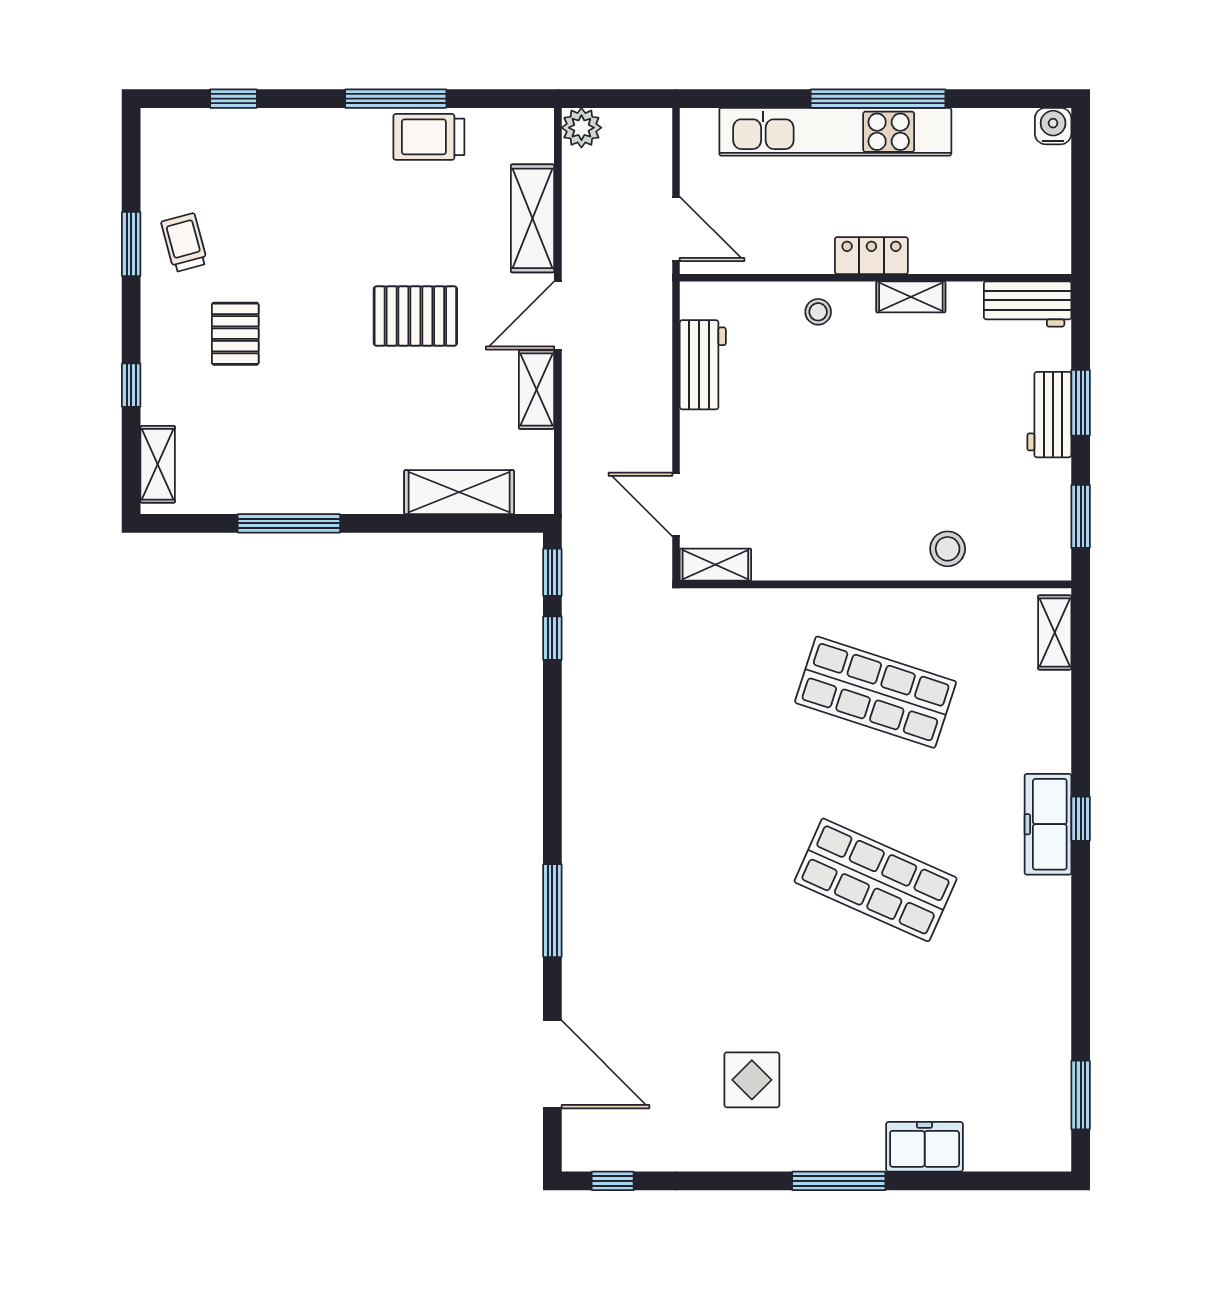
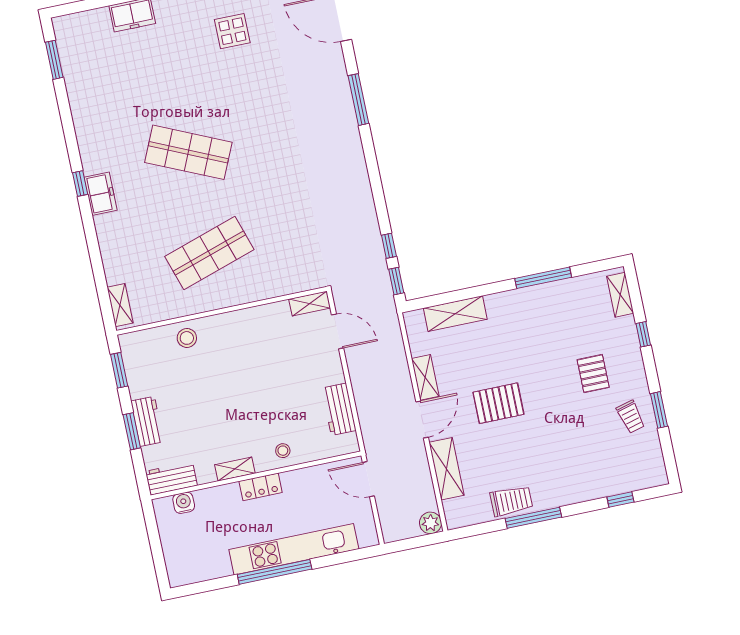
water cooler: (1053, 126) -> (184, 503), moved, turned 180
shop shelf: (876, 692) -> (209, 253), turned -36
window: (1081, 819) -> (80, 184), moved
freezer: (1048, 824) -> (100, 194), width x0.71

